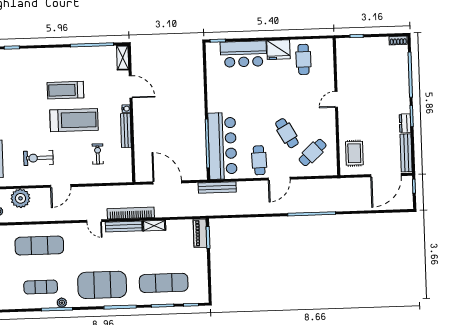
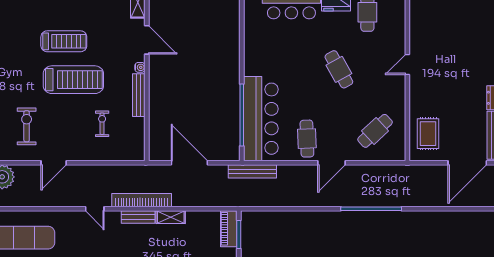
treadmill: (65, 90) -> (64, 41), turned 180
cafe table: (287, 133) -> (339, 69), moved
exercise bike: (38, 158) -> (27, 126), turned 90
bench: (124, 227) -> (138, 217), width x0.73

